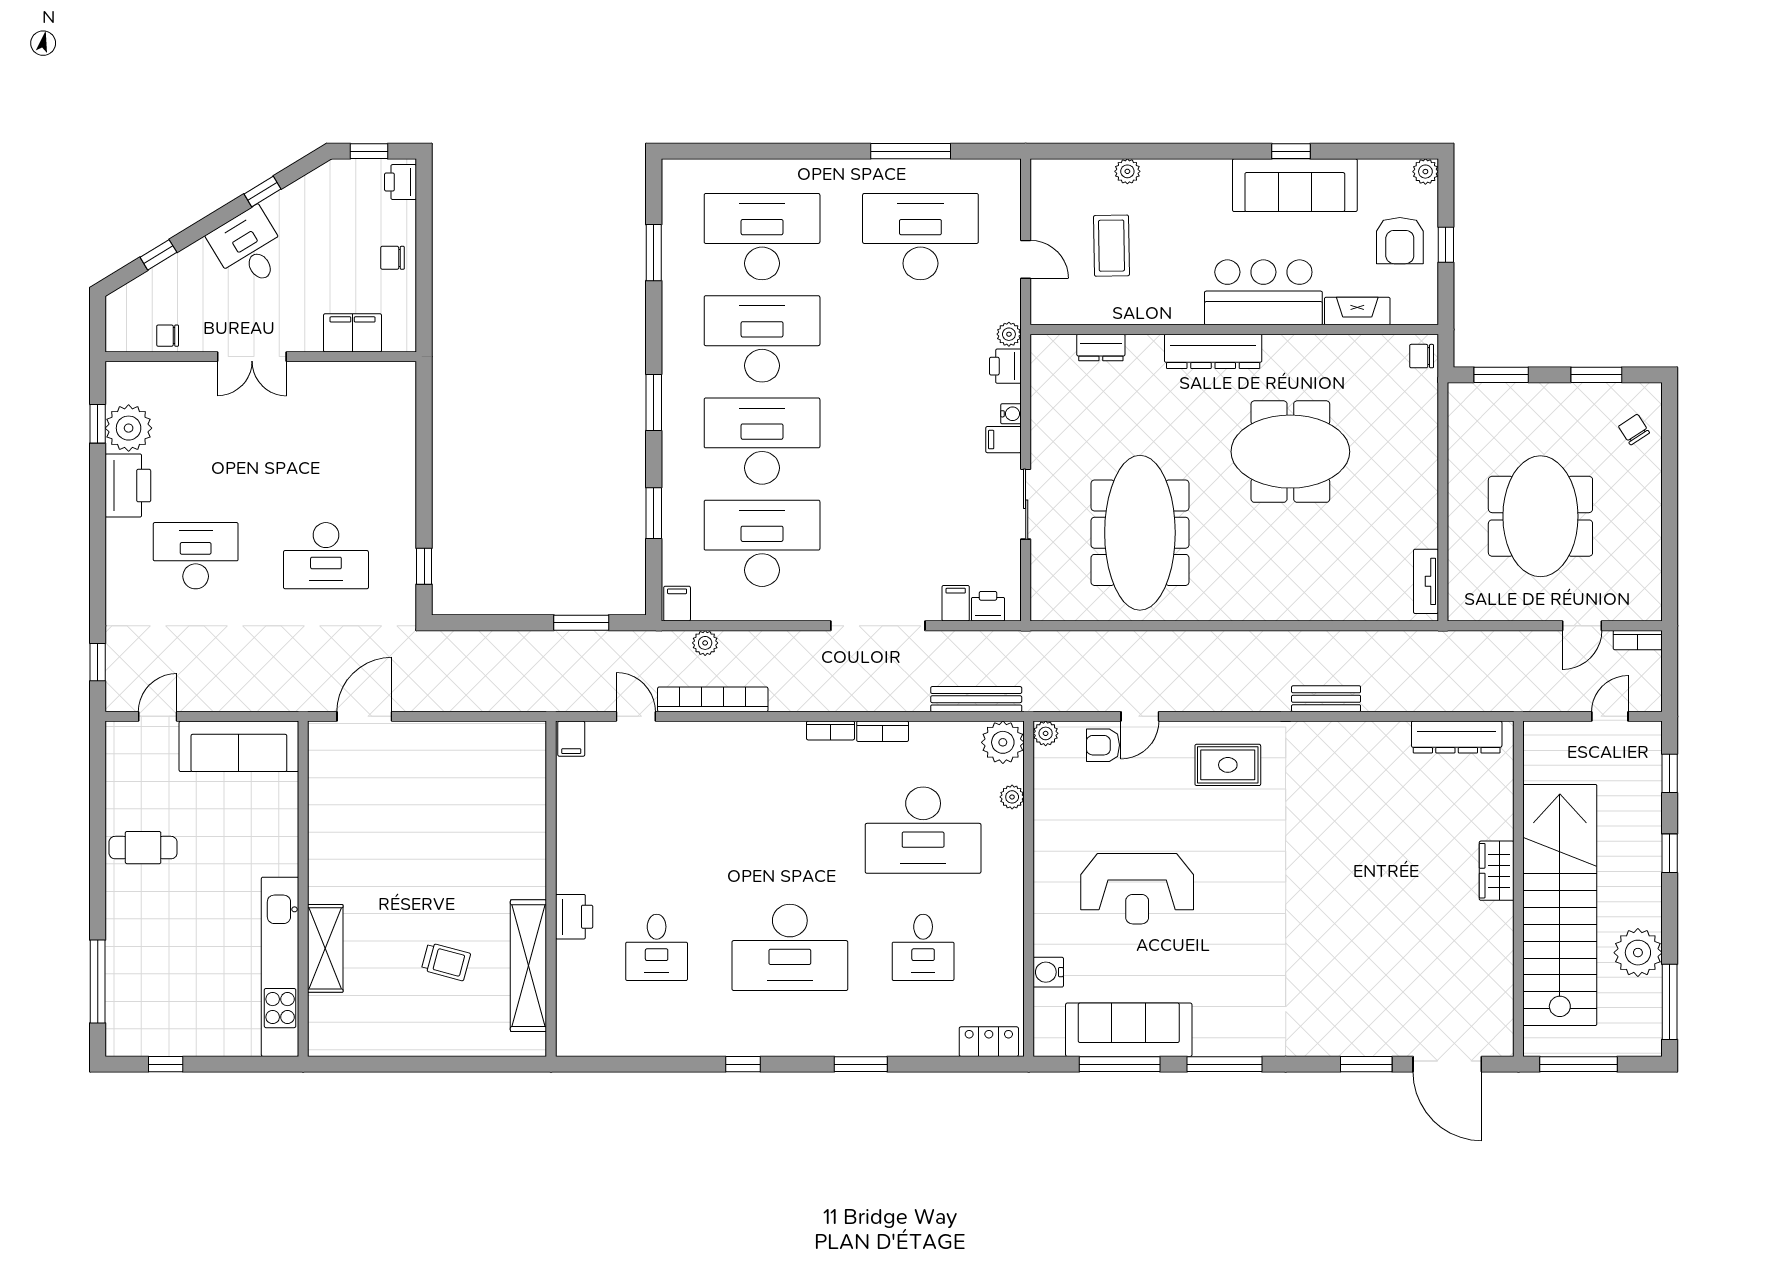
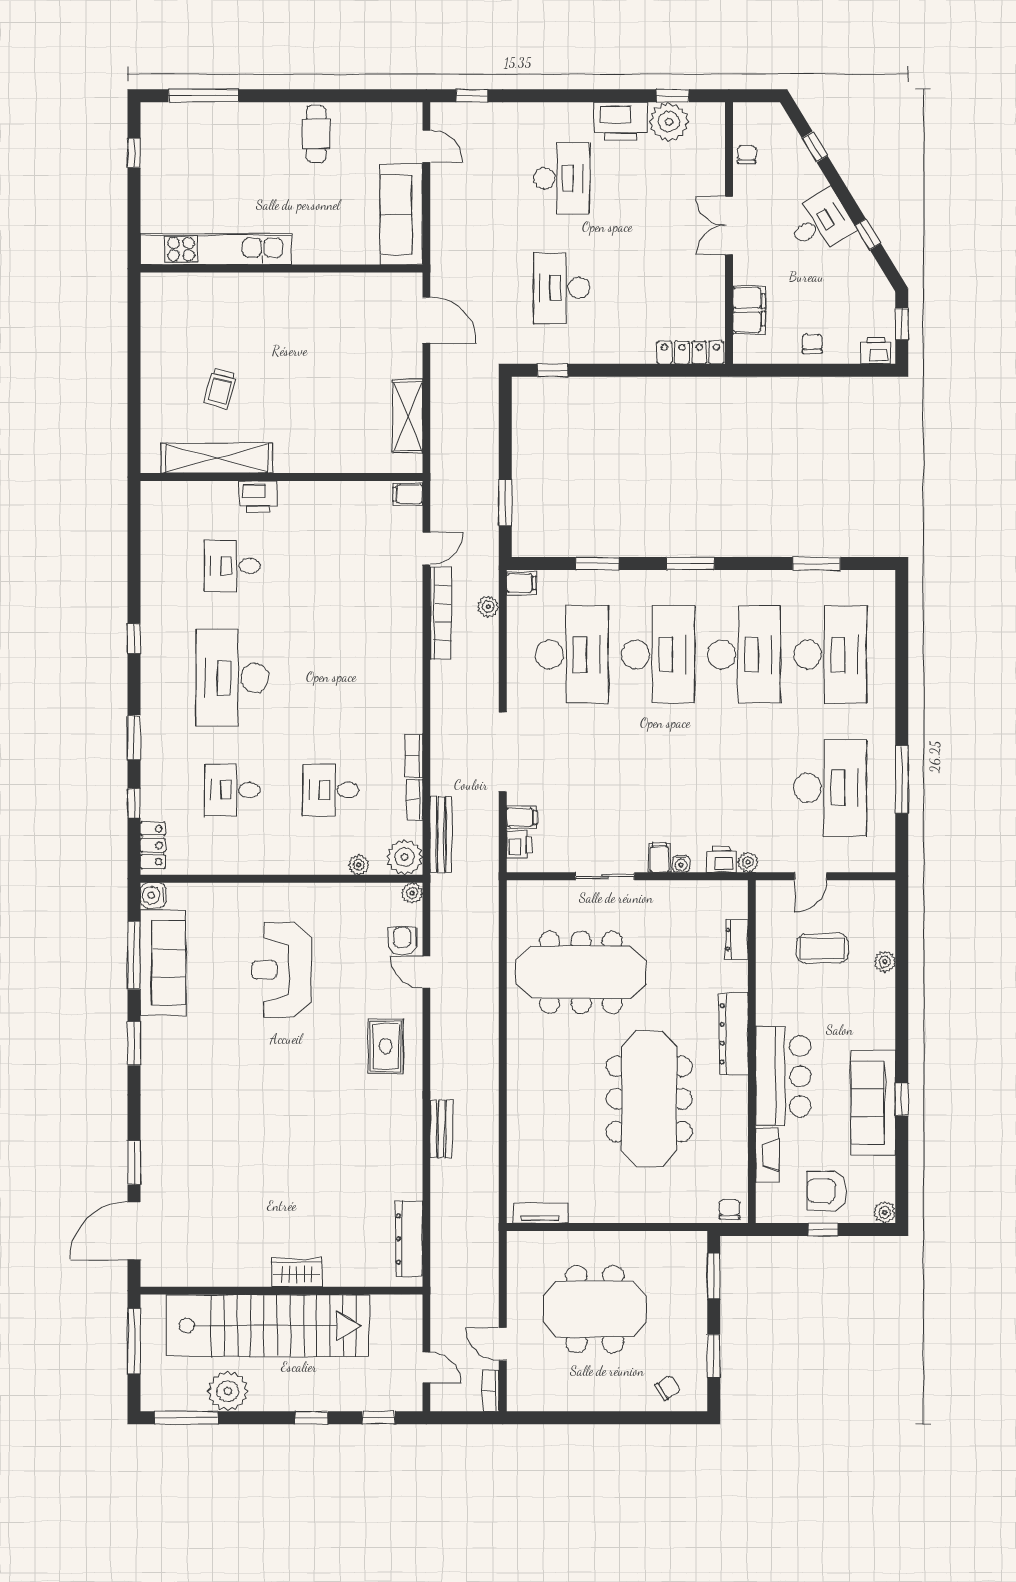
locker: (403, 402) -> (690, 352), added
meeting table: (1290, 452) -> (649, 1099), width x1.36
bookcase: (831, 731) -> (415, 800), moved
desk: (923, 830) -> (331, 790), width x0.53, depth x0.77
shelving: (325, 948) -> (408, 416), moved, turned 90
water cooler: (1048, 972) -> (153, 895), moved, turned -90
window: (939, 1064) -> (134, 803), added
window: (1224, 1064) -> (134, 1043), width x0.69

